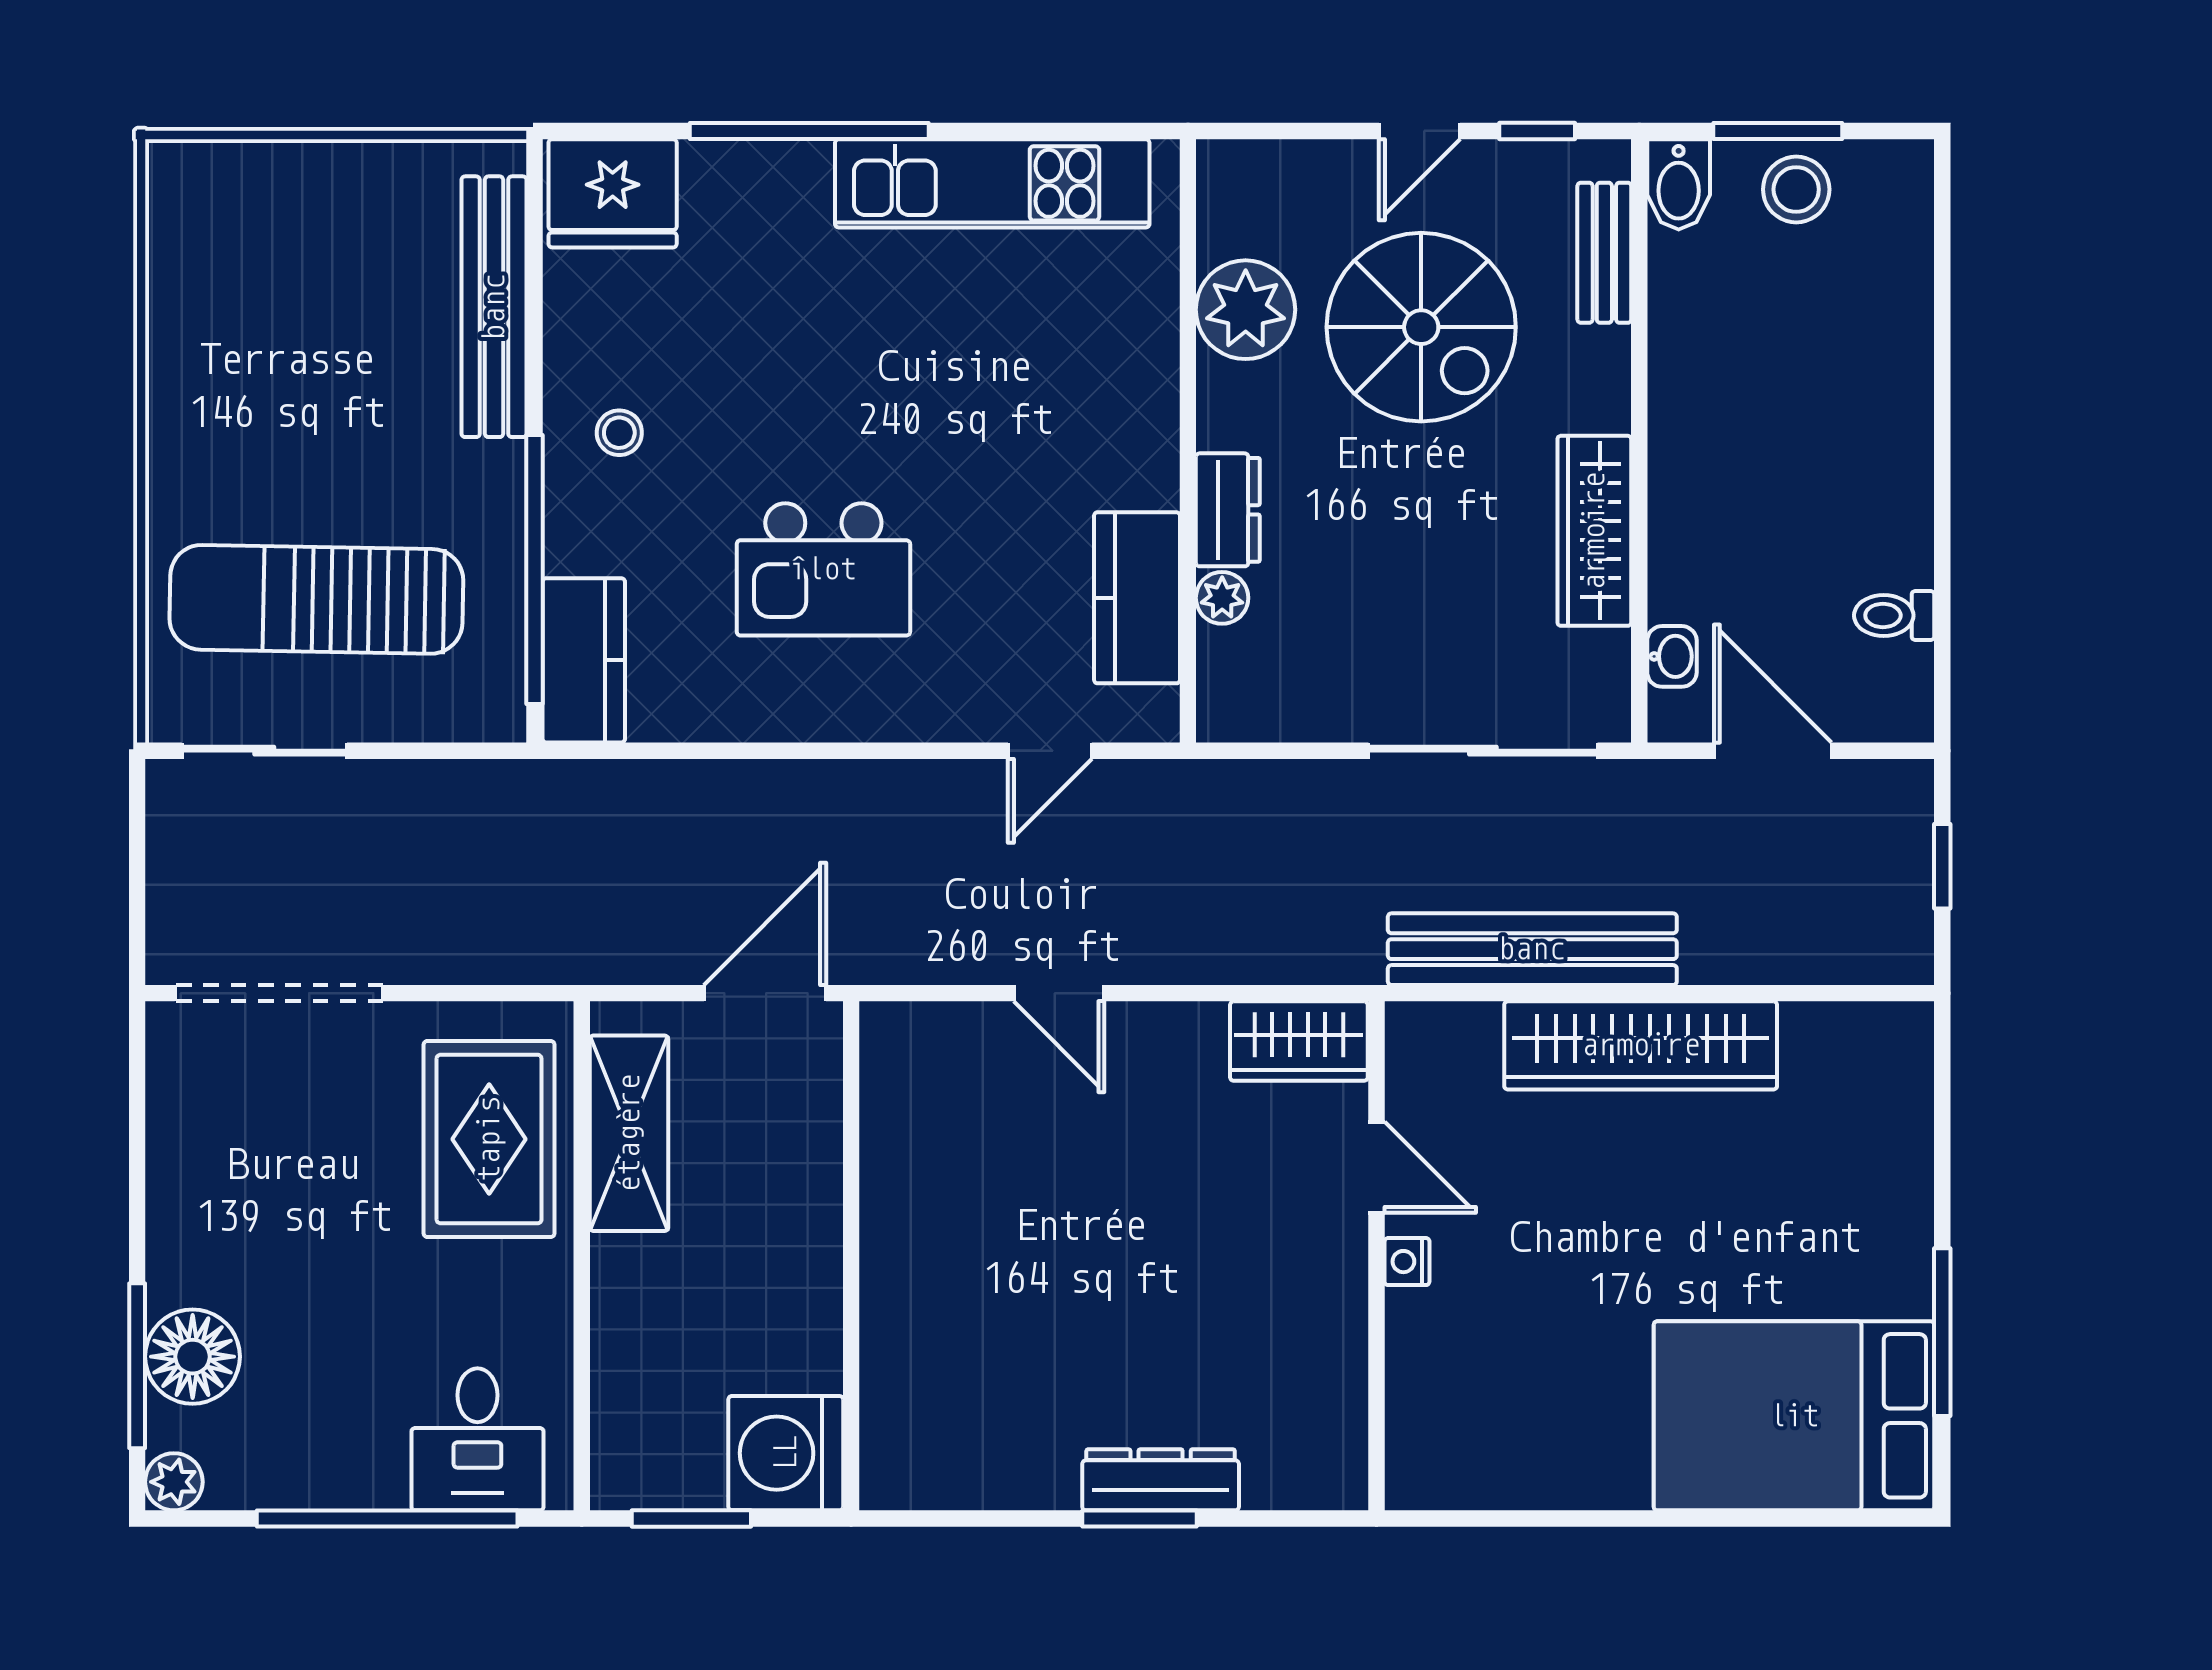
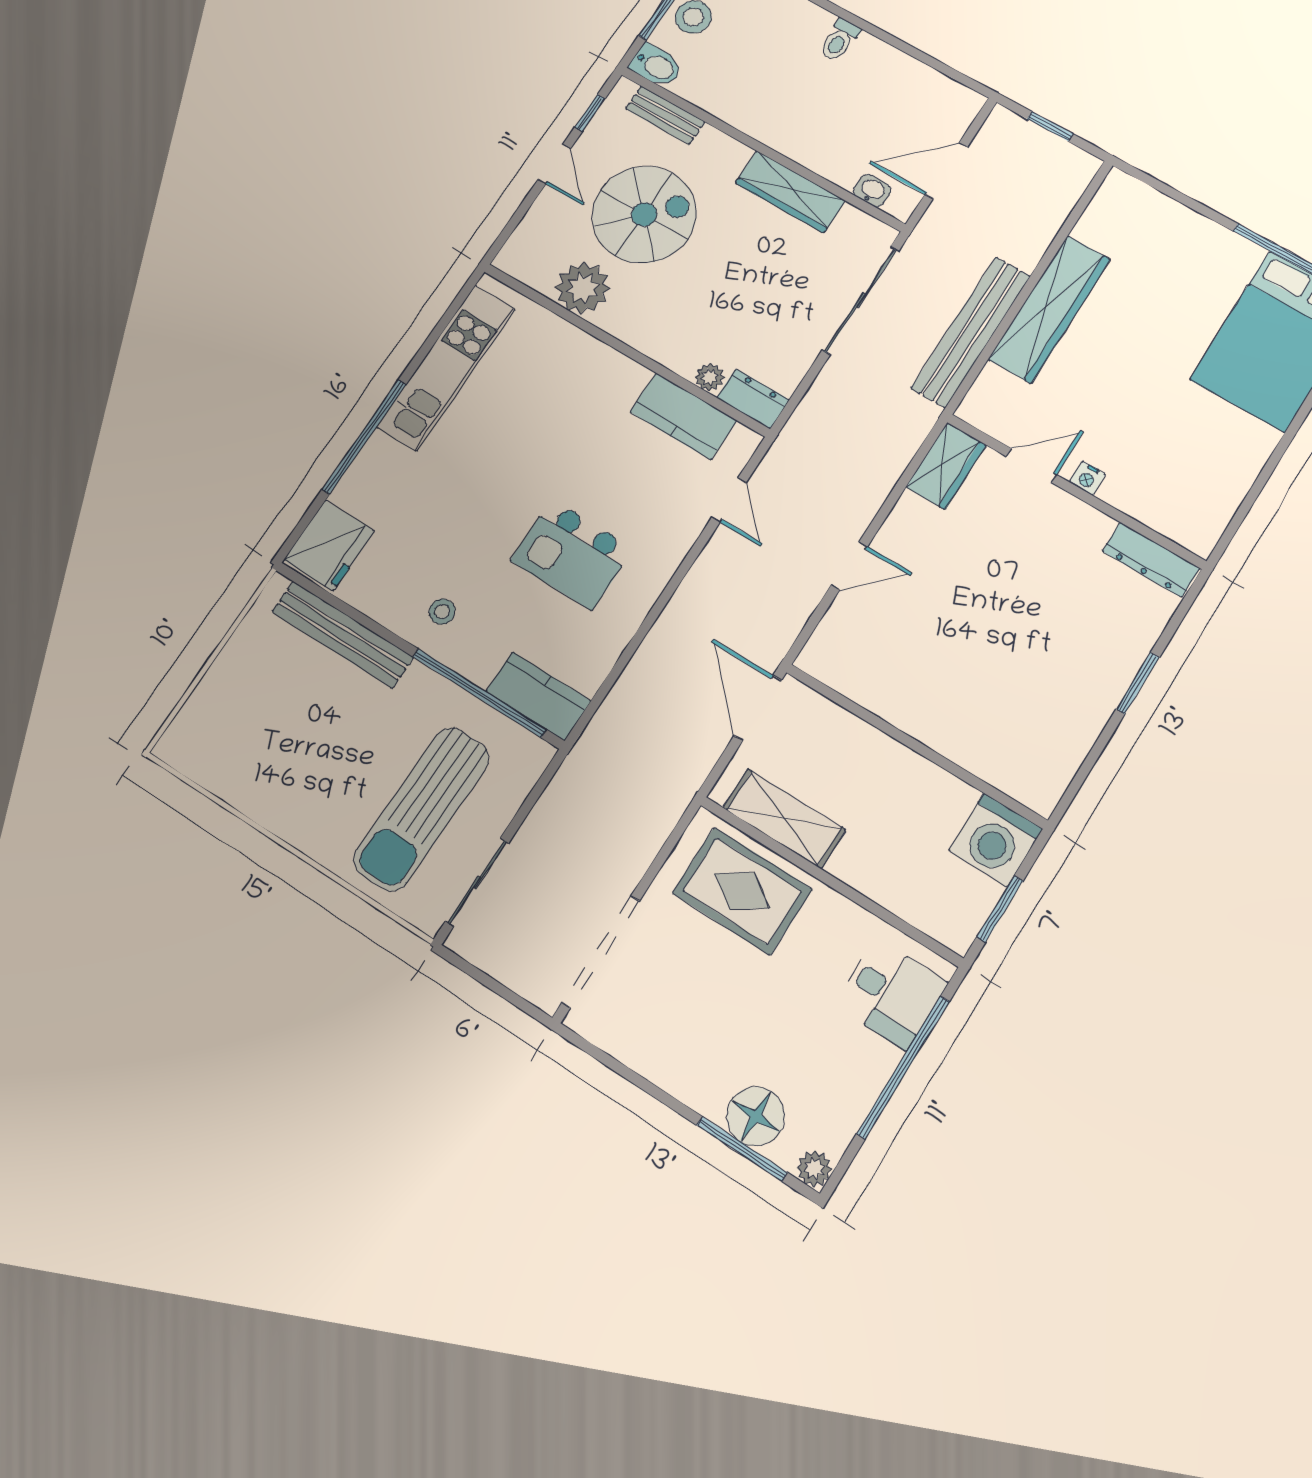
dresser: (1228, 510) -> (753, 399), moved
kitchen island: (823, 569) -> (572, 554), turned 90
toilet: (1894, 615) -> (840, 40), moved
dresser: (1161, 1480) -> (1151, 560), moved, turned -90

